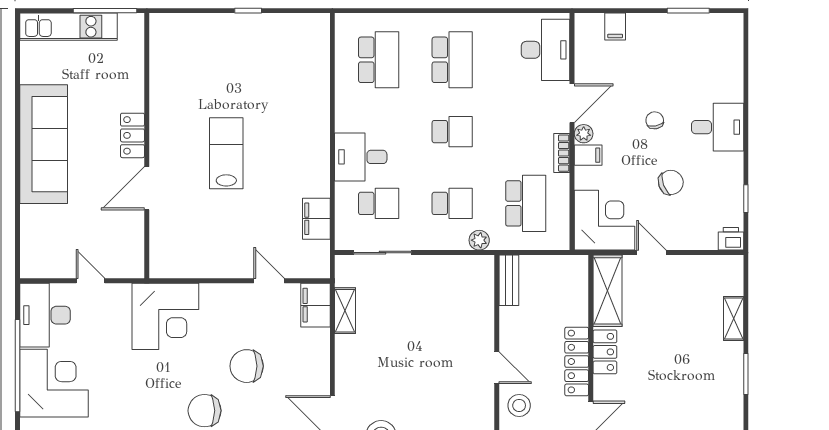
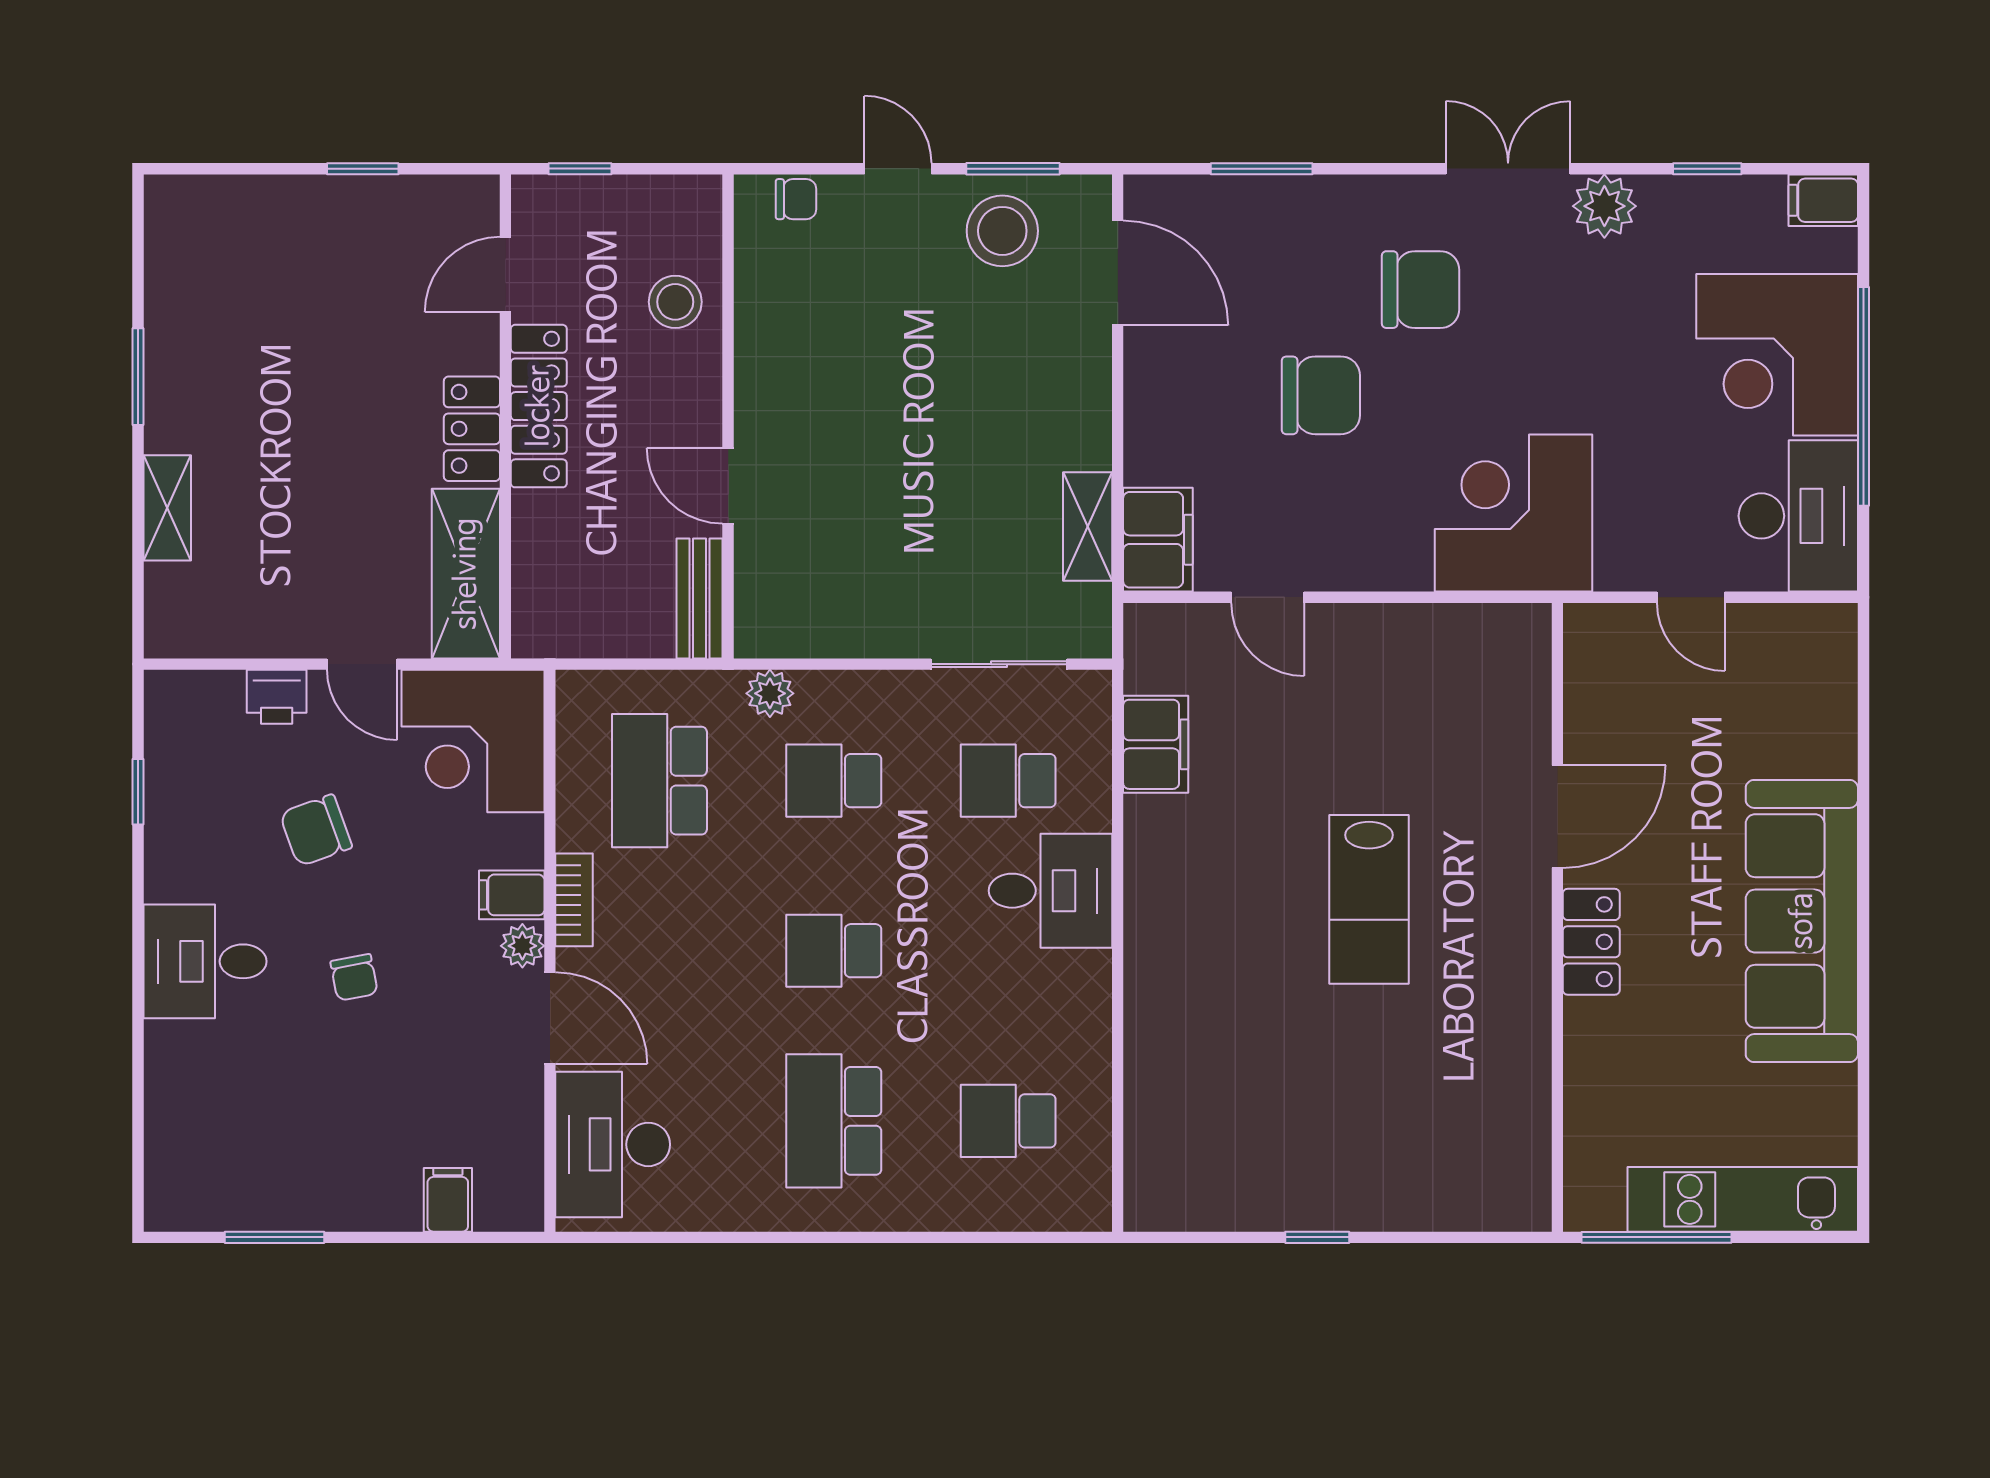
school desk: (379, 60) -> (1008, 1121), width x0.54
door: (572, 103) -> (550, 1018), swing flipped
printer: (731, 239) -> (277, 697), moved
door: (497, 368) -> (728, 486), moved

